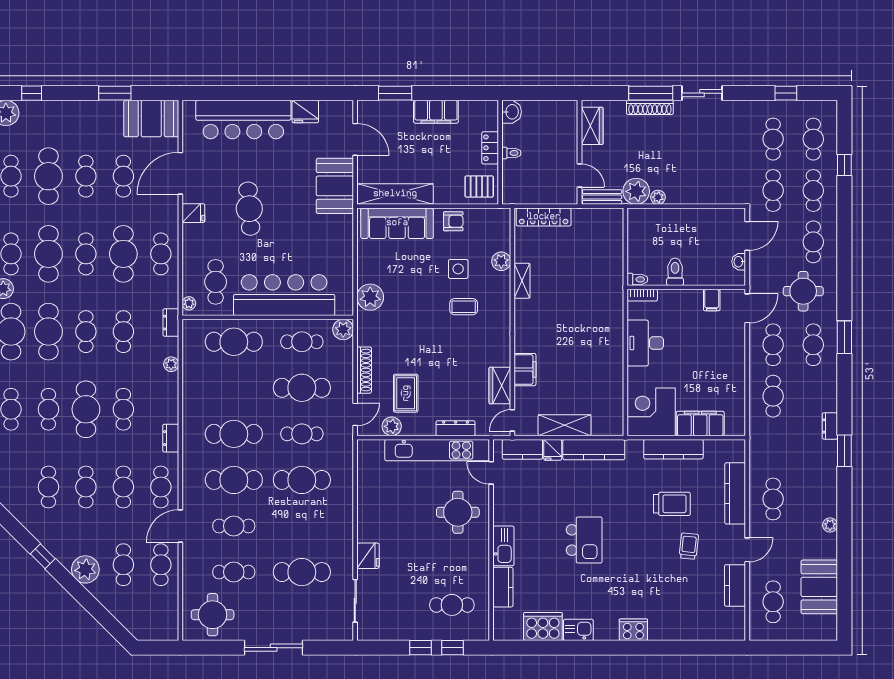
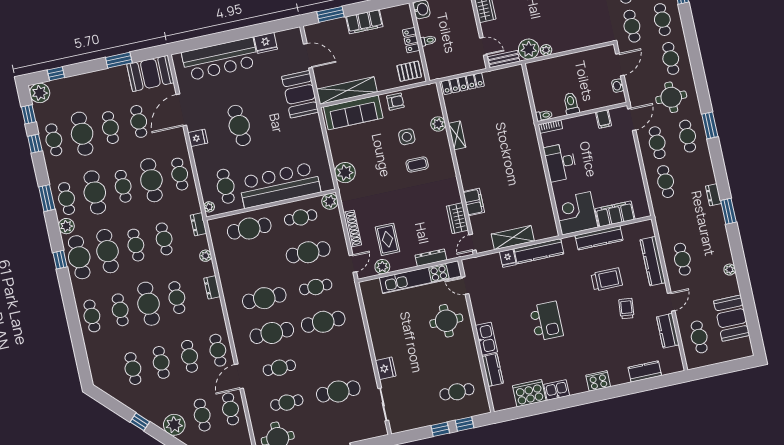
dresser: (171, 438) -> (212, 287), moved
kitchen counter: (522, 449) -> (645, 371), moved, turned 180

